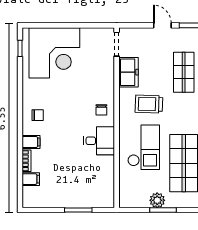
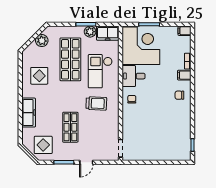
door: (162, 25) -> (86, 162), hinge flipped
corner desk: (54, 53) -> (141, 46), moved, turned 90
freezer: (128, 72) -> (108, 33), moved, turned -90
filing cabinet: (31, 179) -> (185, 31), moved

